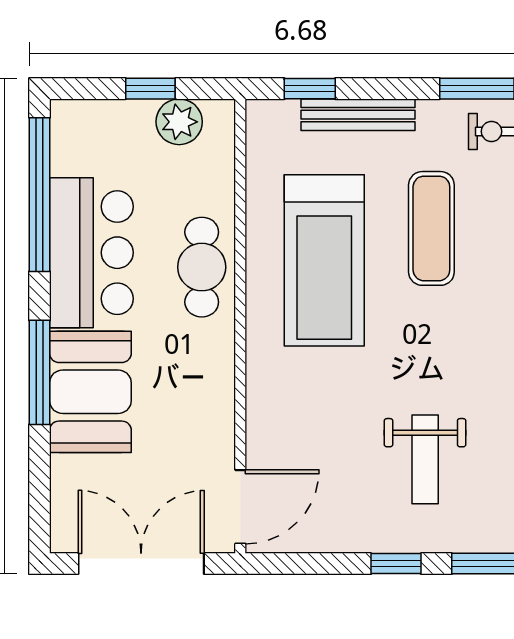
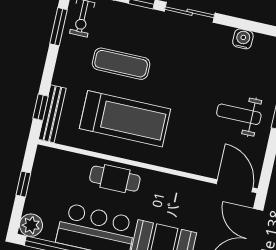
bench: (358, 115) -> (52, 114), moved
plant: (179, 122) -> (31, 225), moved
weight bench: (425, 459) -> (239, 114), moved, turned 180

